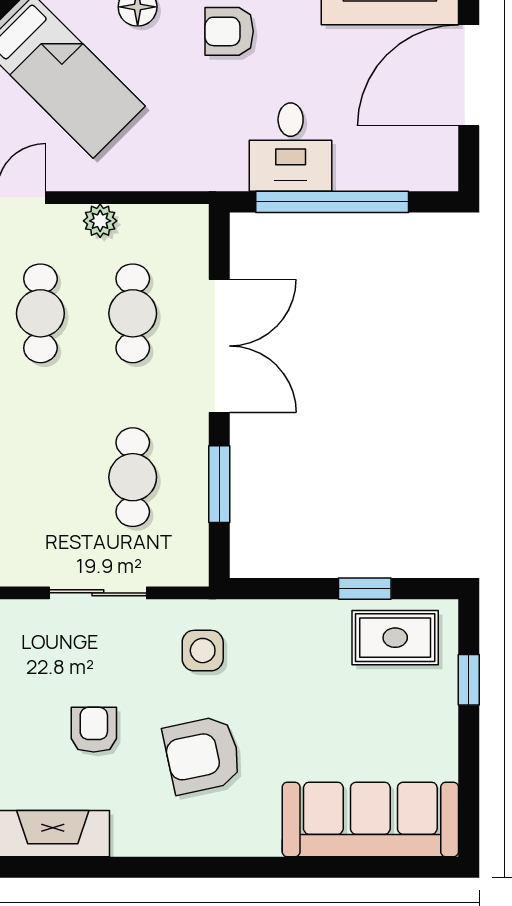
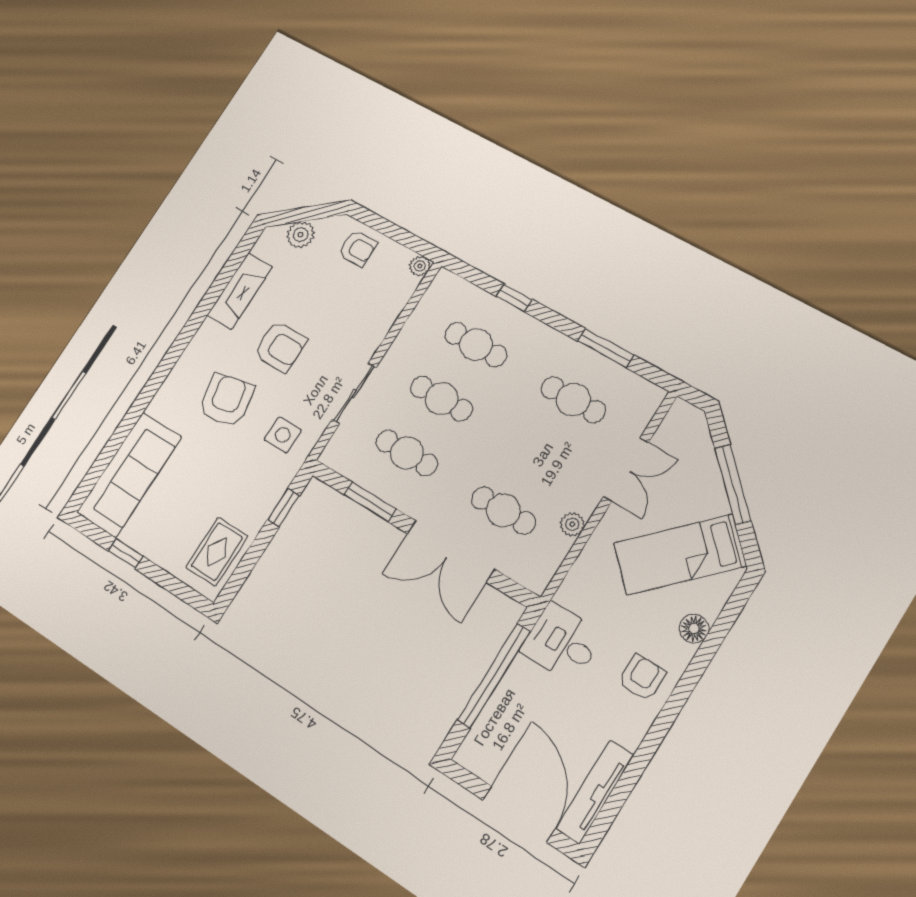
desk: (291, 147) -> (562, 643), moved
cafe table: (40, 313) -> (441, 399), moved
window: (365, 589) -> (284, 508), moved
window: (469, 680) -> (125, 553), moved
armchair: (94, 730) -> (280, 347), width x1.38, depth x1.38

